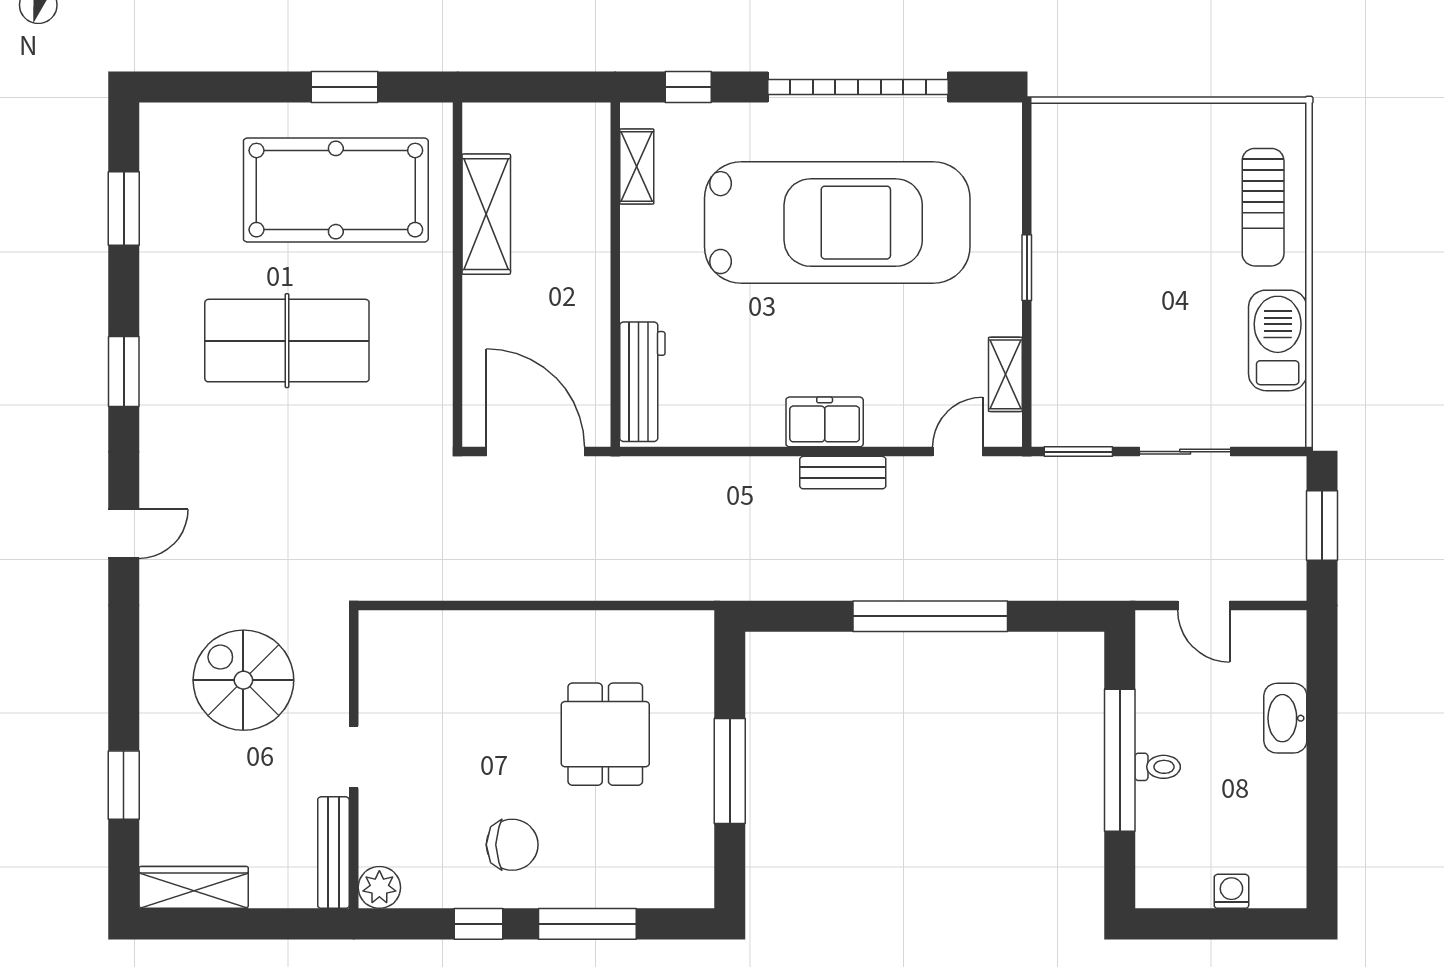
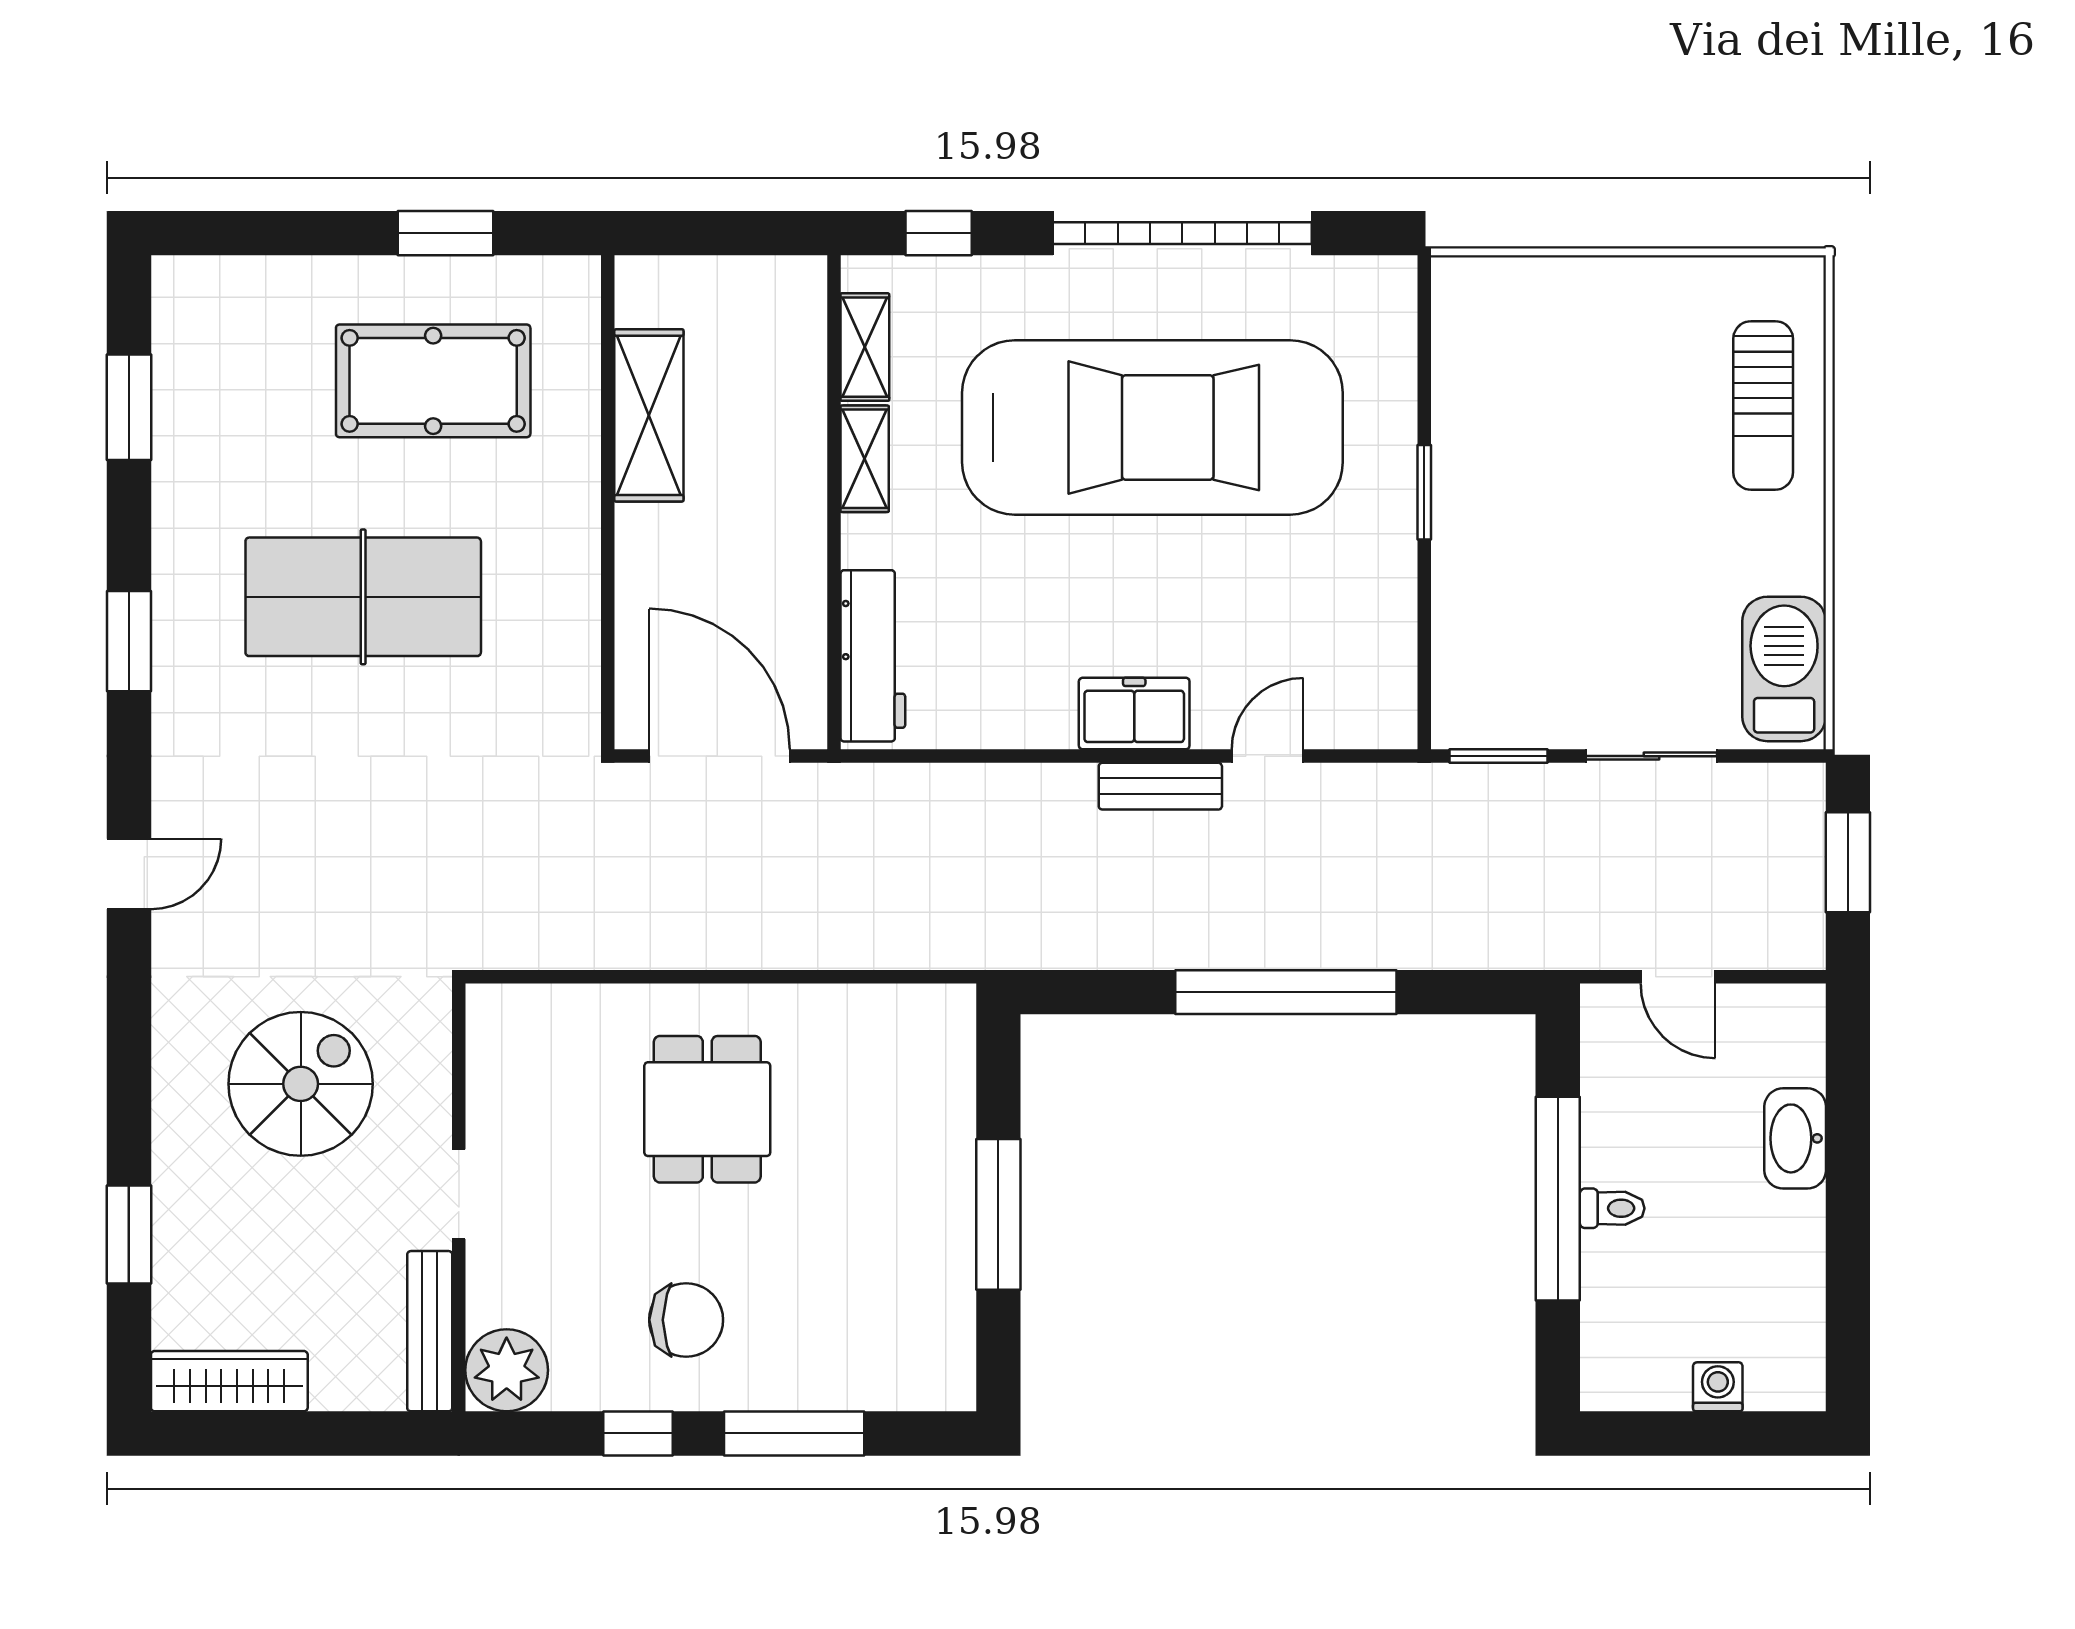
pool table: (336, 190) -> (433, 381), width x0.73, depth x0.76
barbecue: (1278, 340) -> (1784, 669), moved
shelving: (1005, 374) -> (865, 459), moved
door: (958, 452) -> (1268, 756), moved
spiral stairs: (243, 680) -> (301, 1084), turned 90
dining table: (605, 734) -> (707, 1109), moved
plant: (379, 887) -> (507, 1370), width x1.36, depth x1.36

